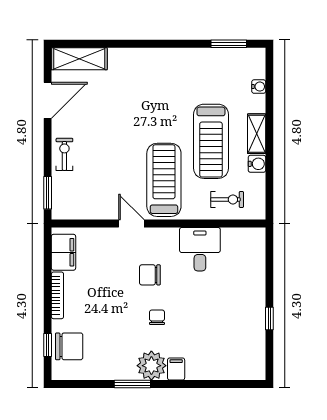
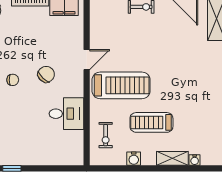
shelving: (257, 134) -> (172, 158), moved
treadmill: (211, 141) -> (151, 122), width x0.73, depth x0.73
chair: (150, 275) -> (46, 74), turned 45

